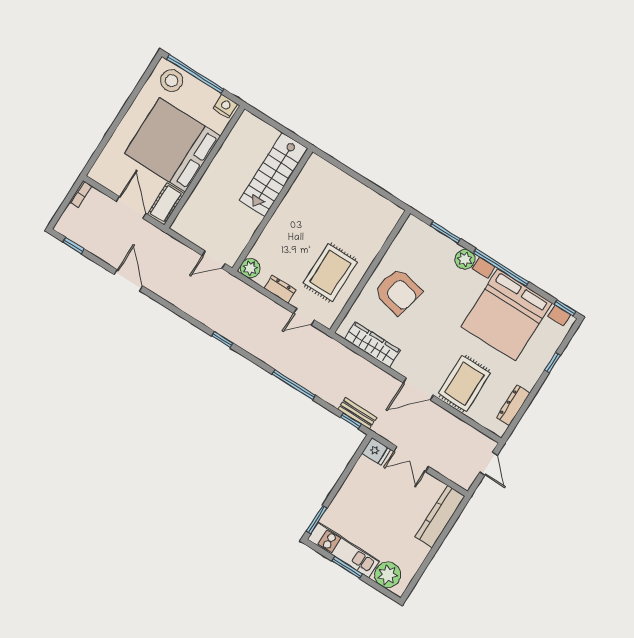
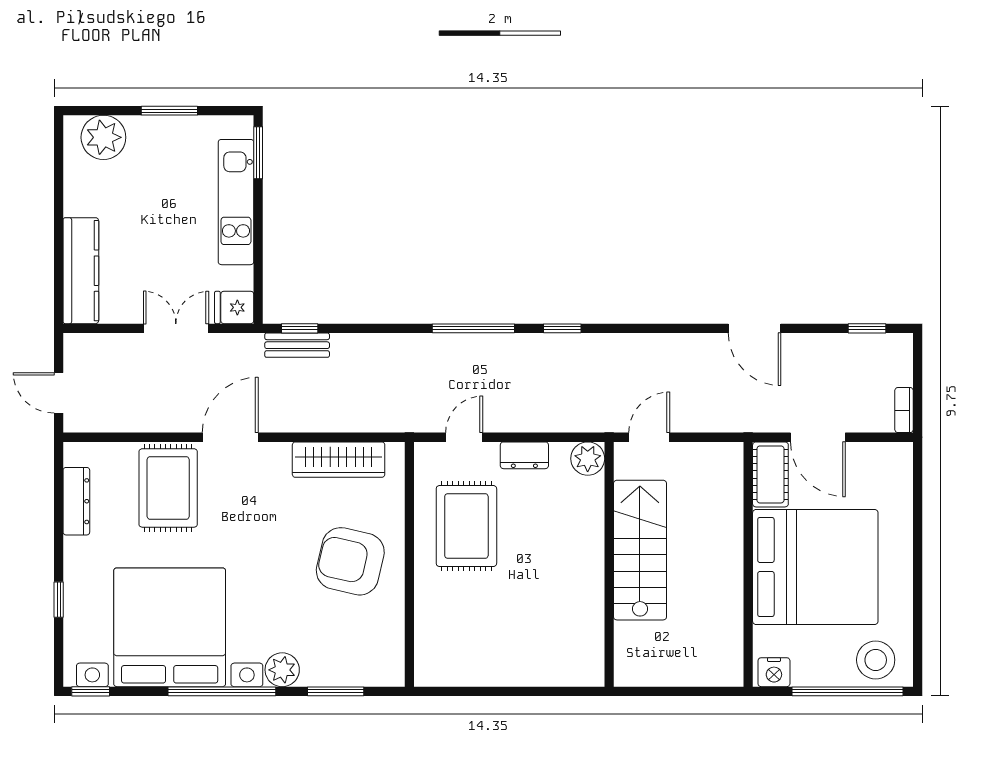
stairs: (274, 175) -> (640, 550), moved
window: (294, 385) -> (473, 328), moved
kitchen unit: (343, 550) -> (236, 202), moved, turned 90

